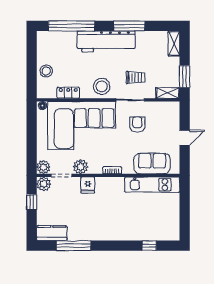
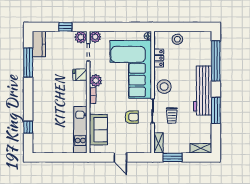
plant: (81, 167) -> (96, 81), moved

